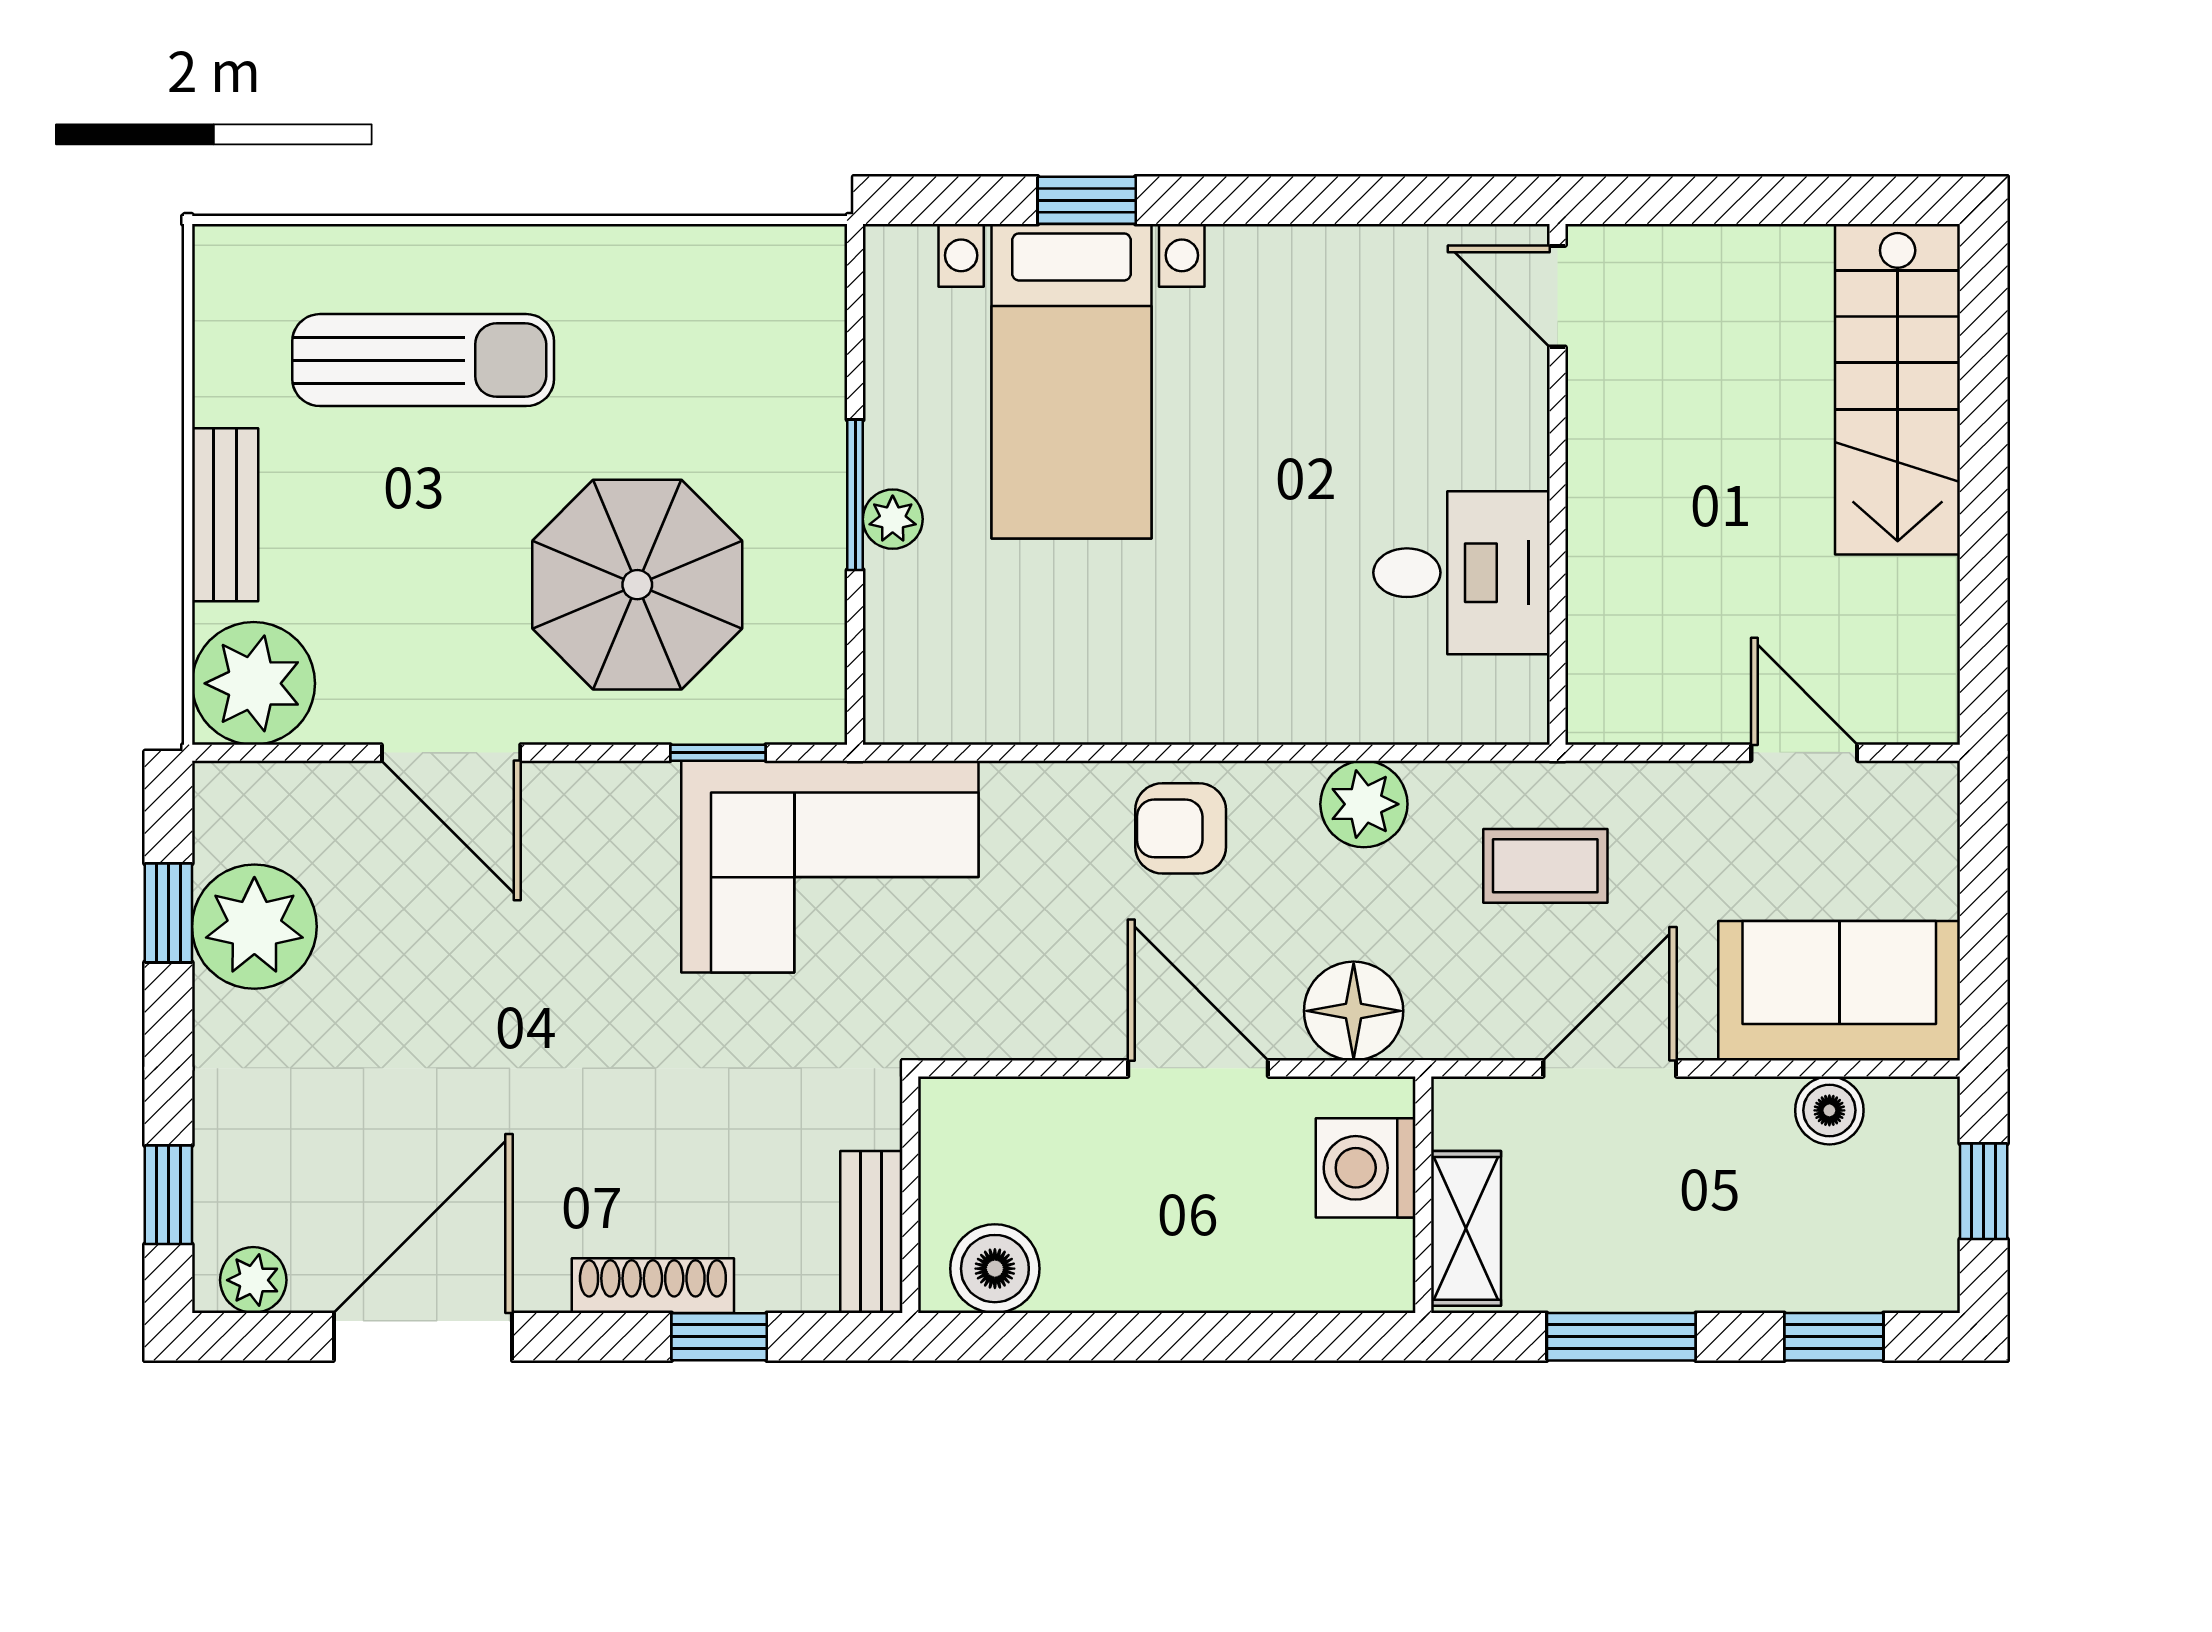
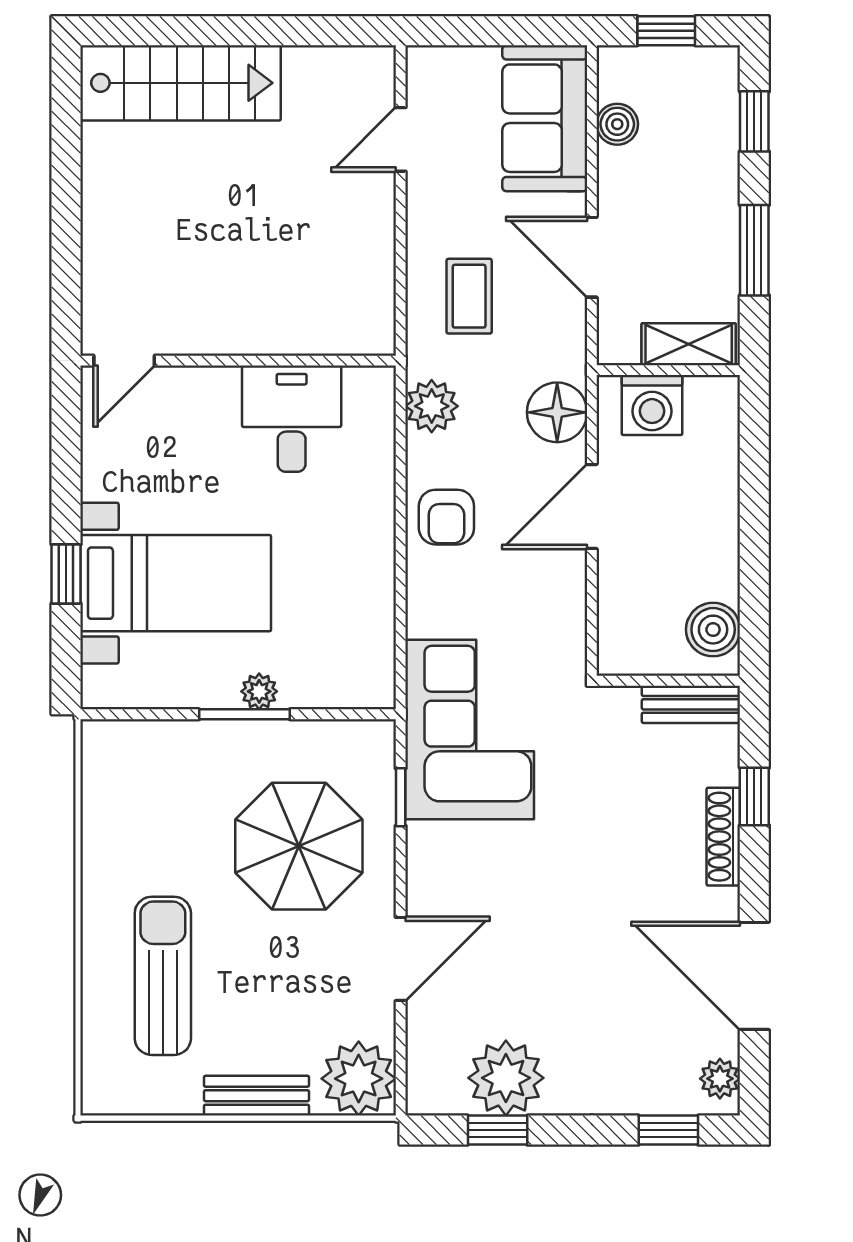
door: (1557, 296) -> (124, 361), moved
wall: (1557, 484) -> (238, 361), moved
desk: (1461, 573) -> (292, 419), moved

